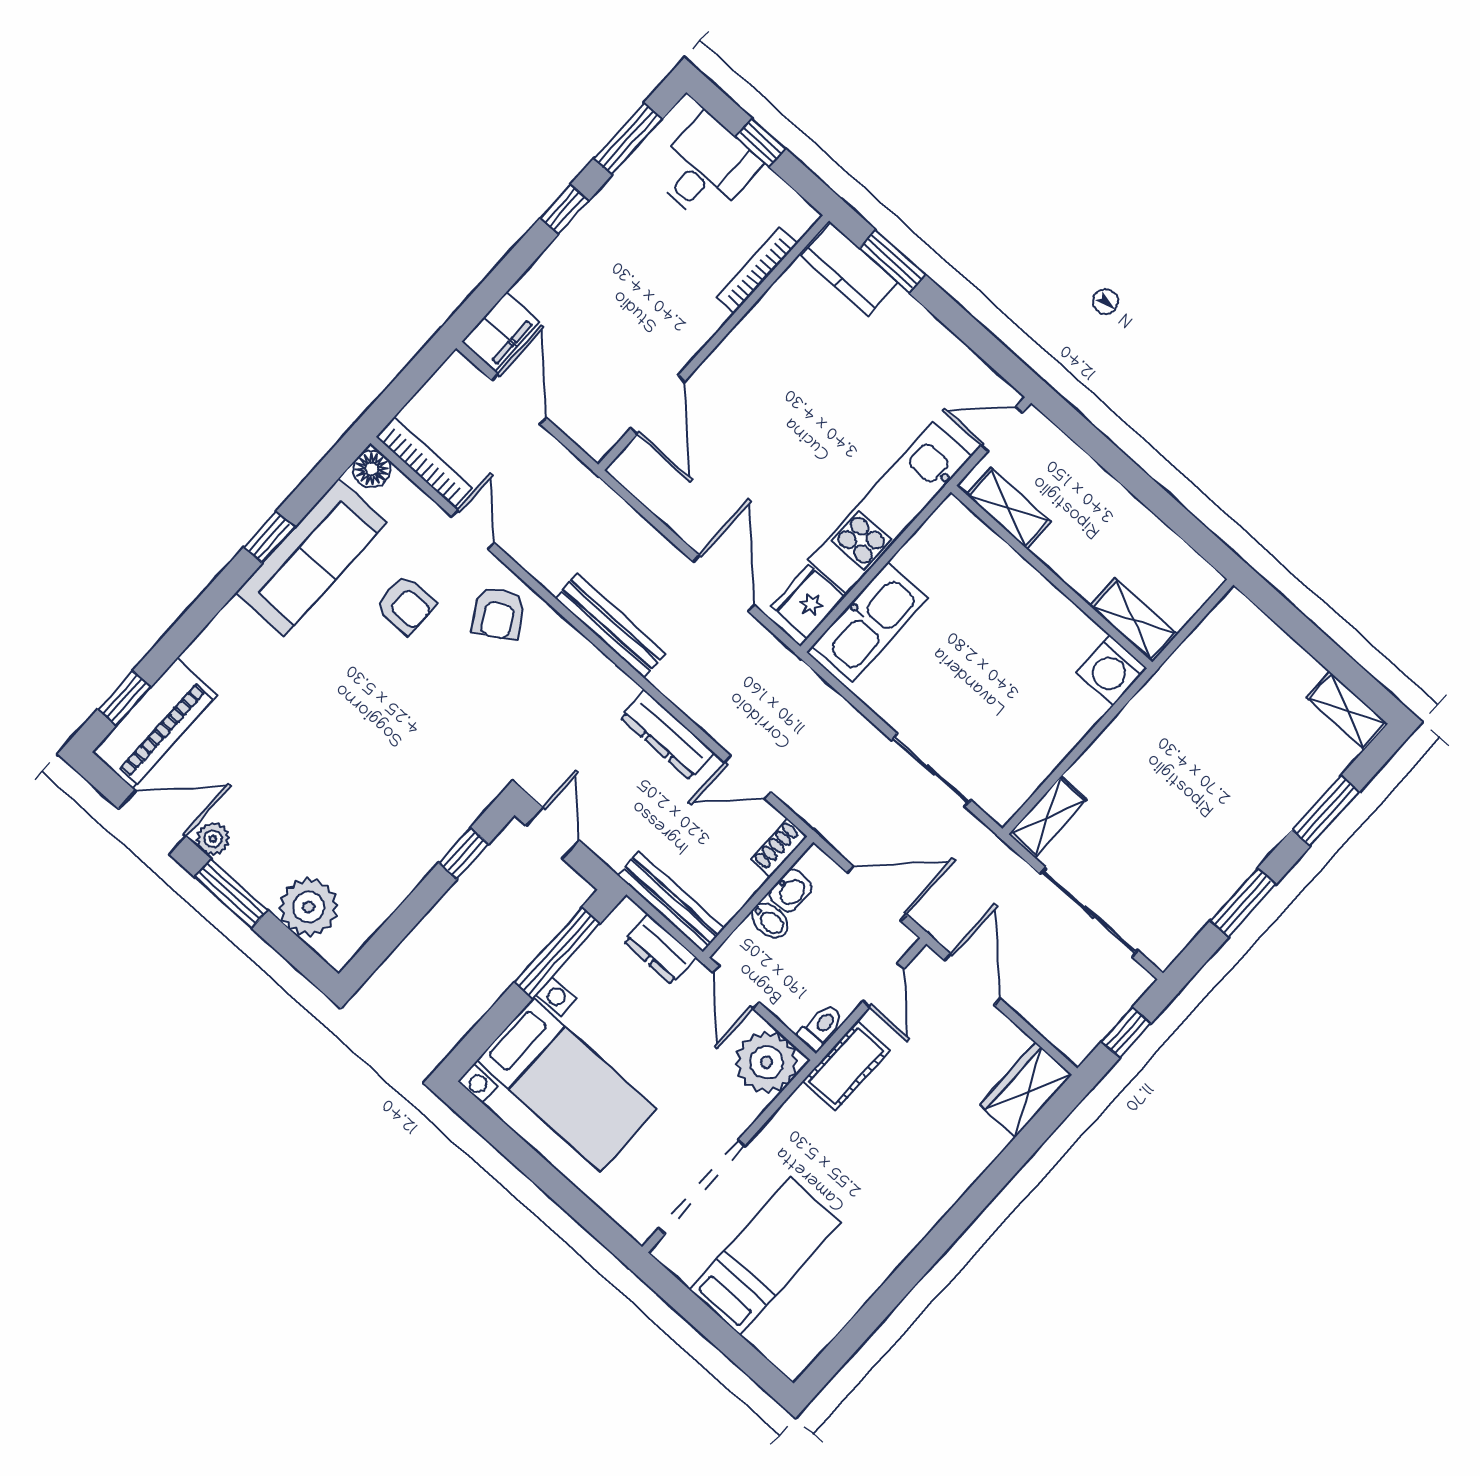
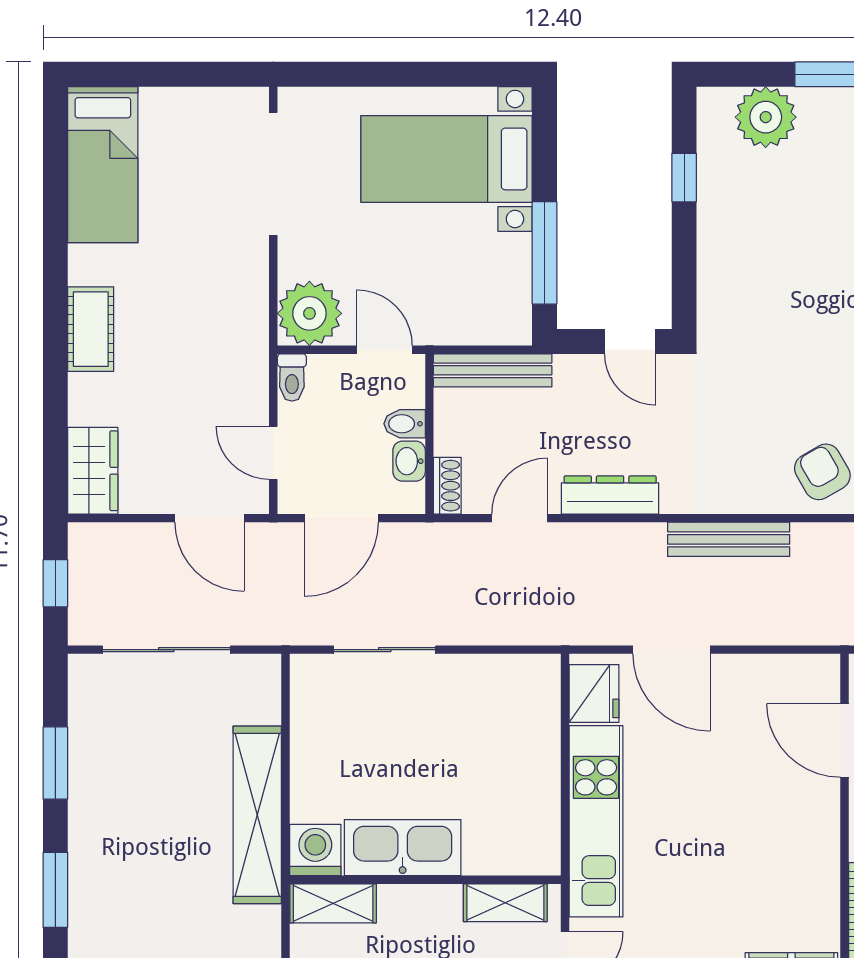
kitchen sink: (870, 622) -> (403, 848), moved, turned 90
shelving: (1048, 817) -> (257, 815), moved, width x2.20, depth x1.33
window: (464, 853) -> (684, 178), moved
dresser: (660, 949) -> (469, 327), removed
cot: (846, 1066) -> (91, 329), moved
bed: (765, 1256) -> (103, 165), moved

